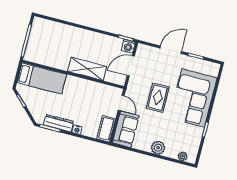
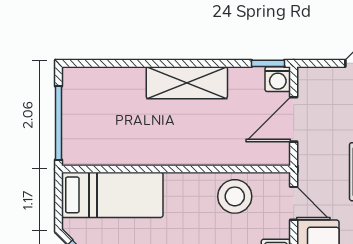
shelving: (87, 69) -> (187, 83), moved
stool: (96, 93) -> (235, 196), added

